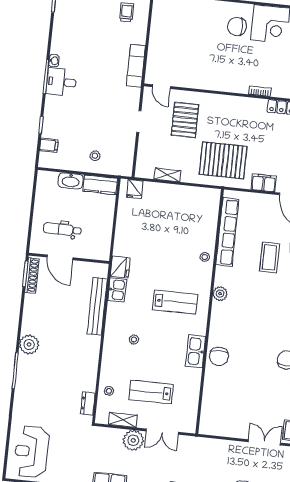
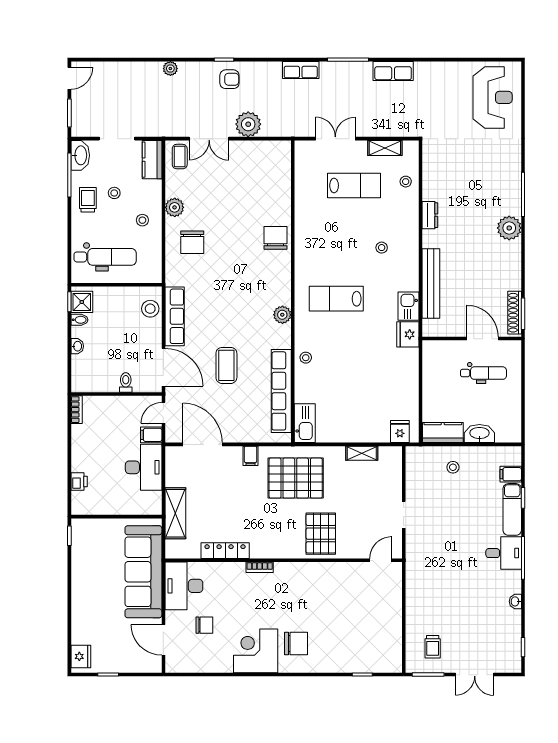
washbasin: (54, 61) -> (515, 601), moved
exam couch: (136, 66) -> (512, 509), moved, turned 180
door: (161, 87) -> (381, 560), hinge flipped
pallet: (185, 120) -> (321, 534), moved
filing cabinet: (264, 183) -> (251, 456), width x0.50
kitchen sink: (196, 351) -> (305, 423), moved
dresser: (88, 403) -> (430, 215), moved
plant: (133, 440) -> (248, 124), moved

